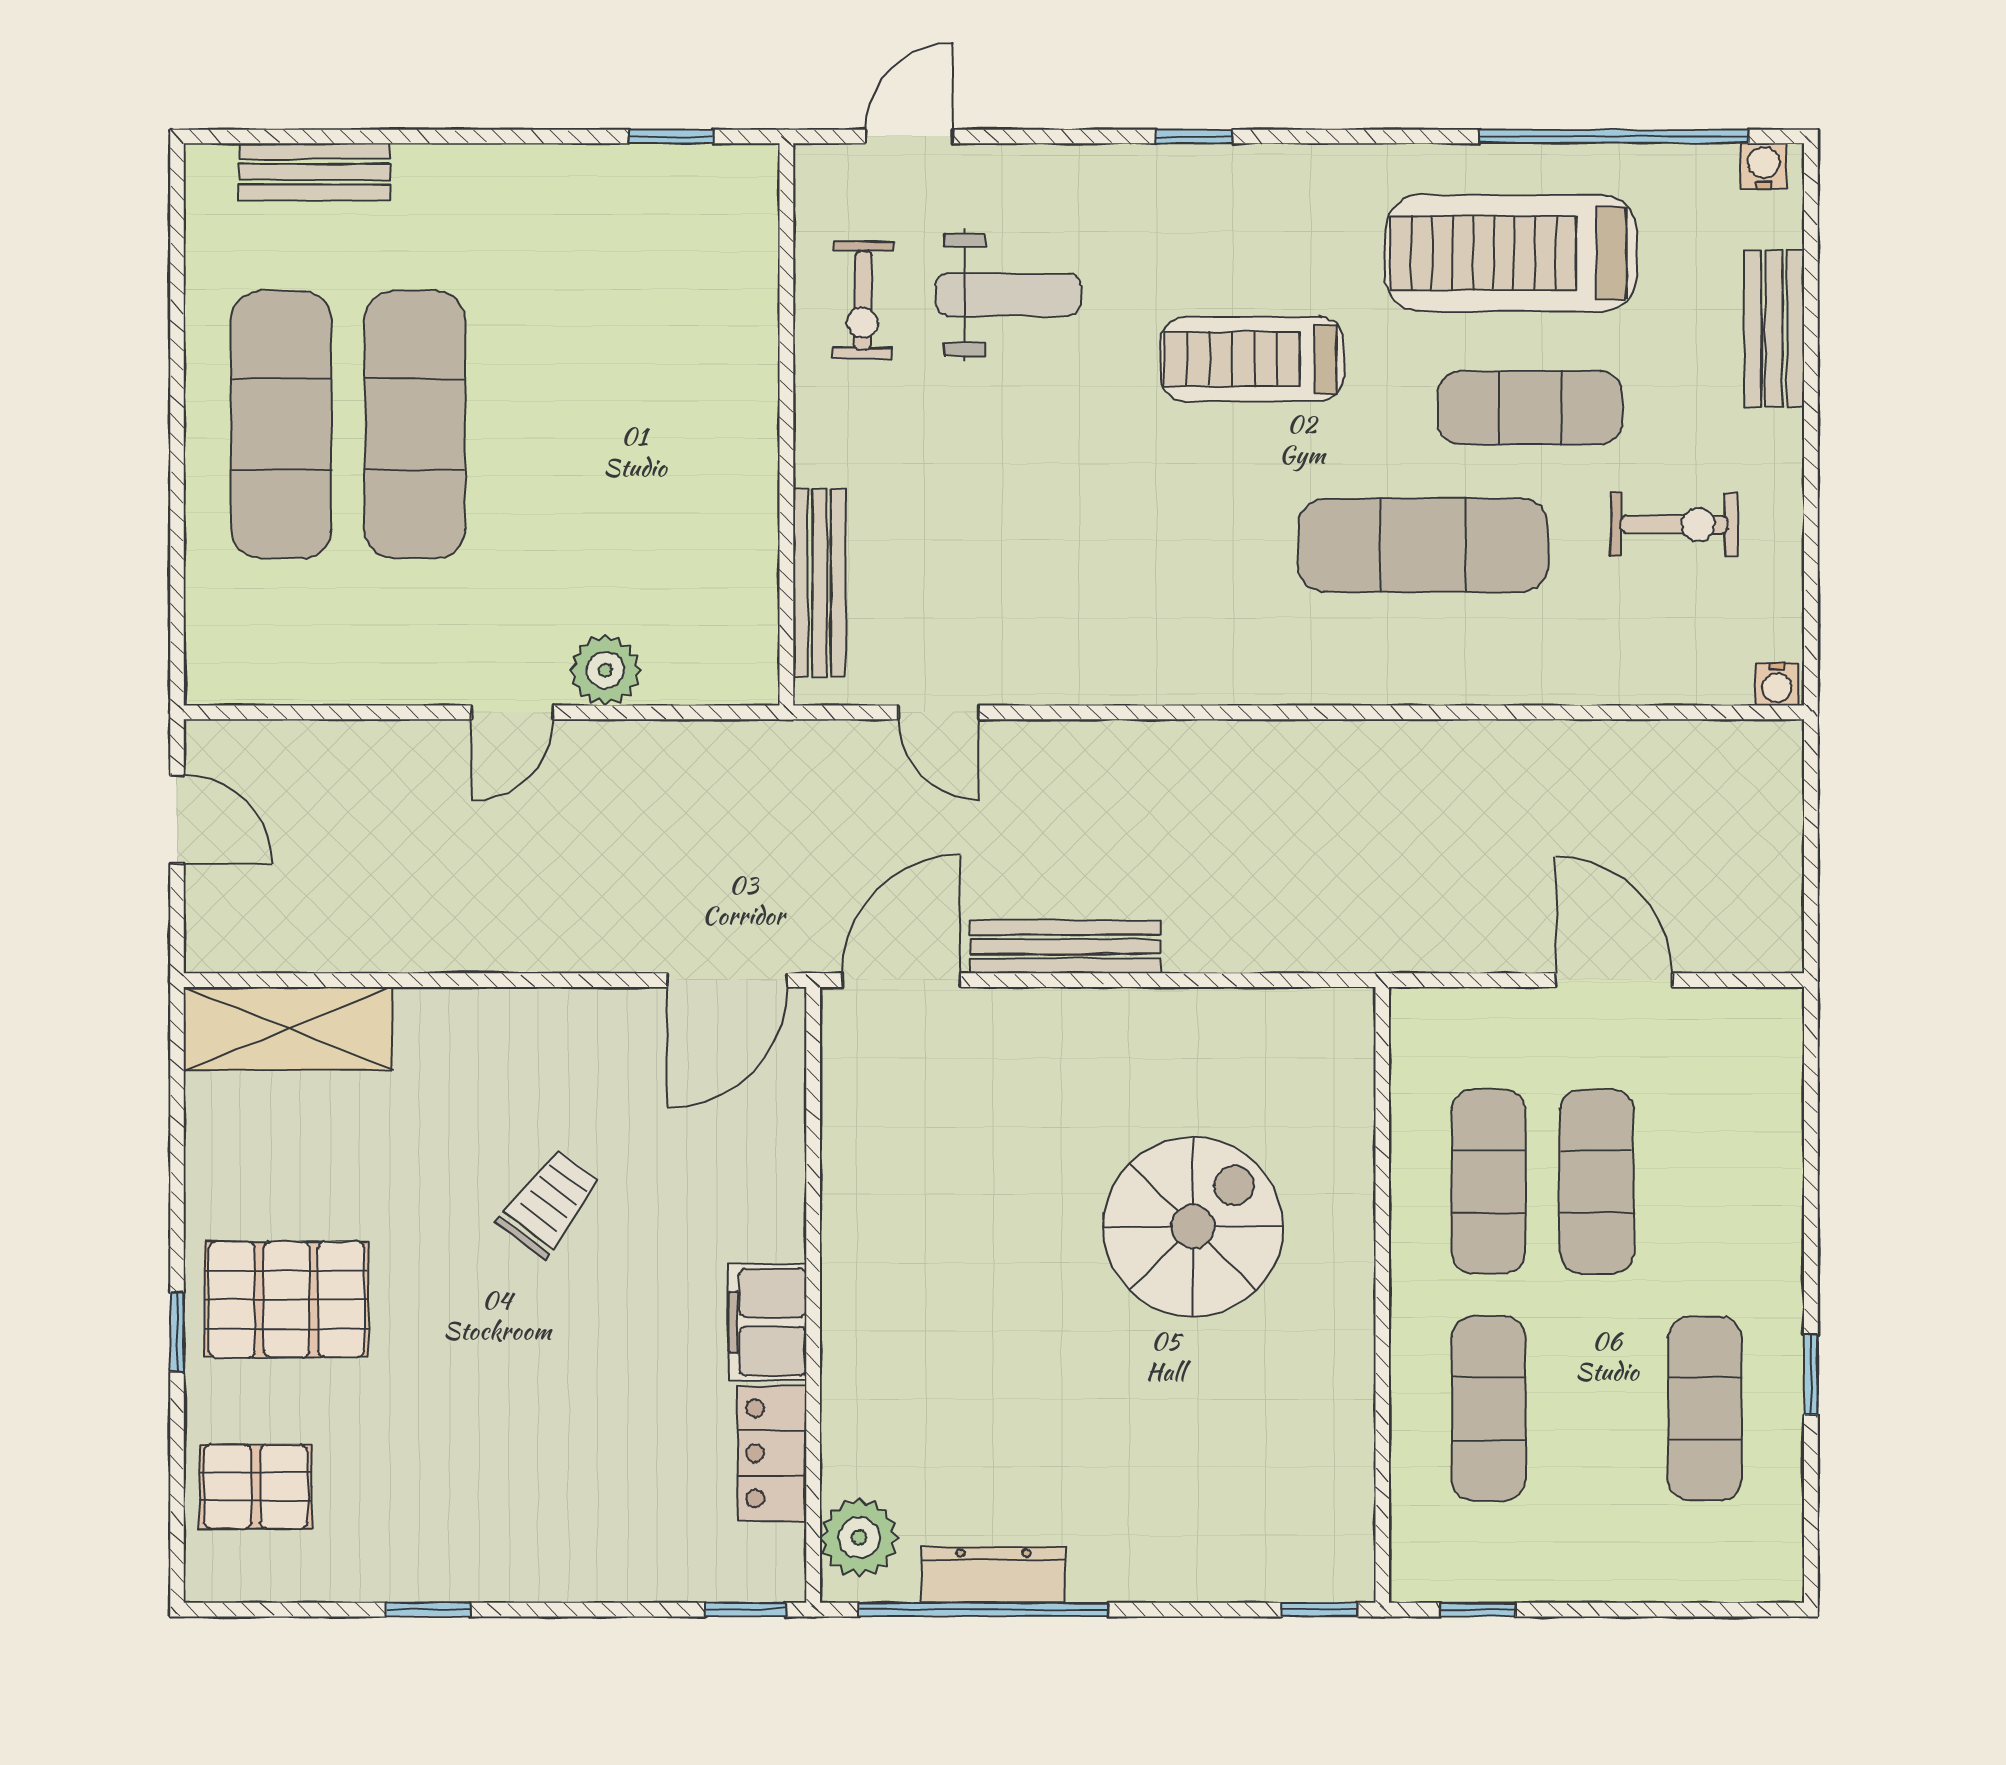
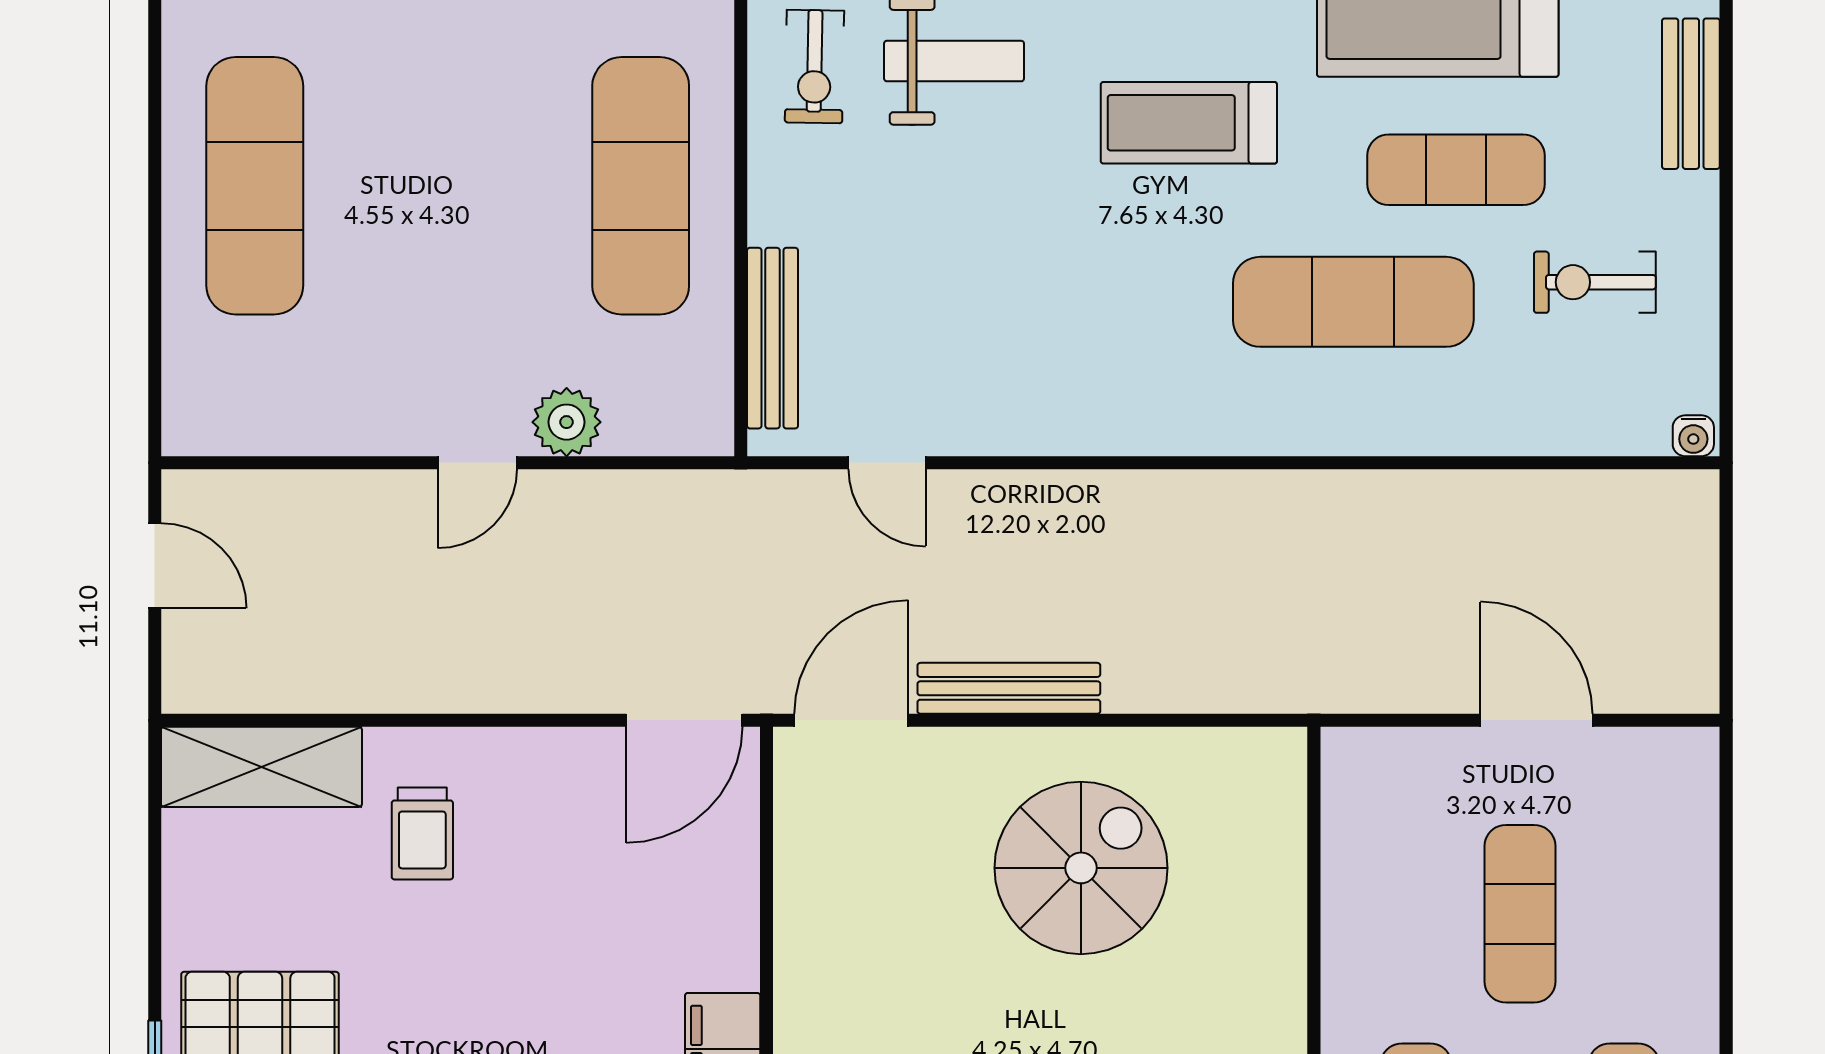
exercise mat: (415, 424) -> (641, 186), moved
exercise bike: (1674, 525) -> (1595, 282), turned 180
exercise mat: (1489, 1181) -> (1416, 914), removed
trolley: (549, 1203) -> (422, 833), moved, turned 143
spiral stairs: (1193, 1227) -> (1081, 868), moved

